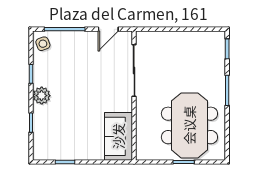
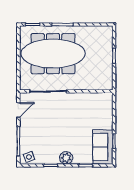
door: (108, 29) -> (18, 110), hinge flipped
meeting table: (189, 125) -> (53, 54), moved, width x1.36
sofa: (118, 136) -> (103, 147), moved, turned 90

